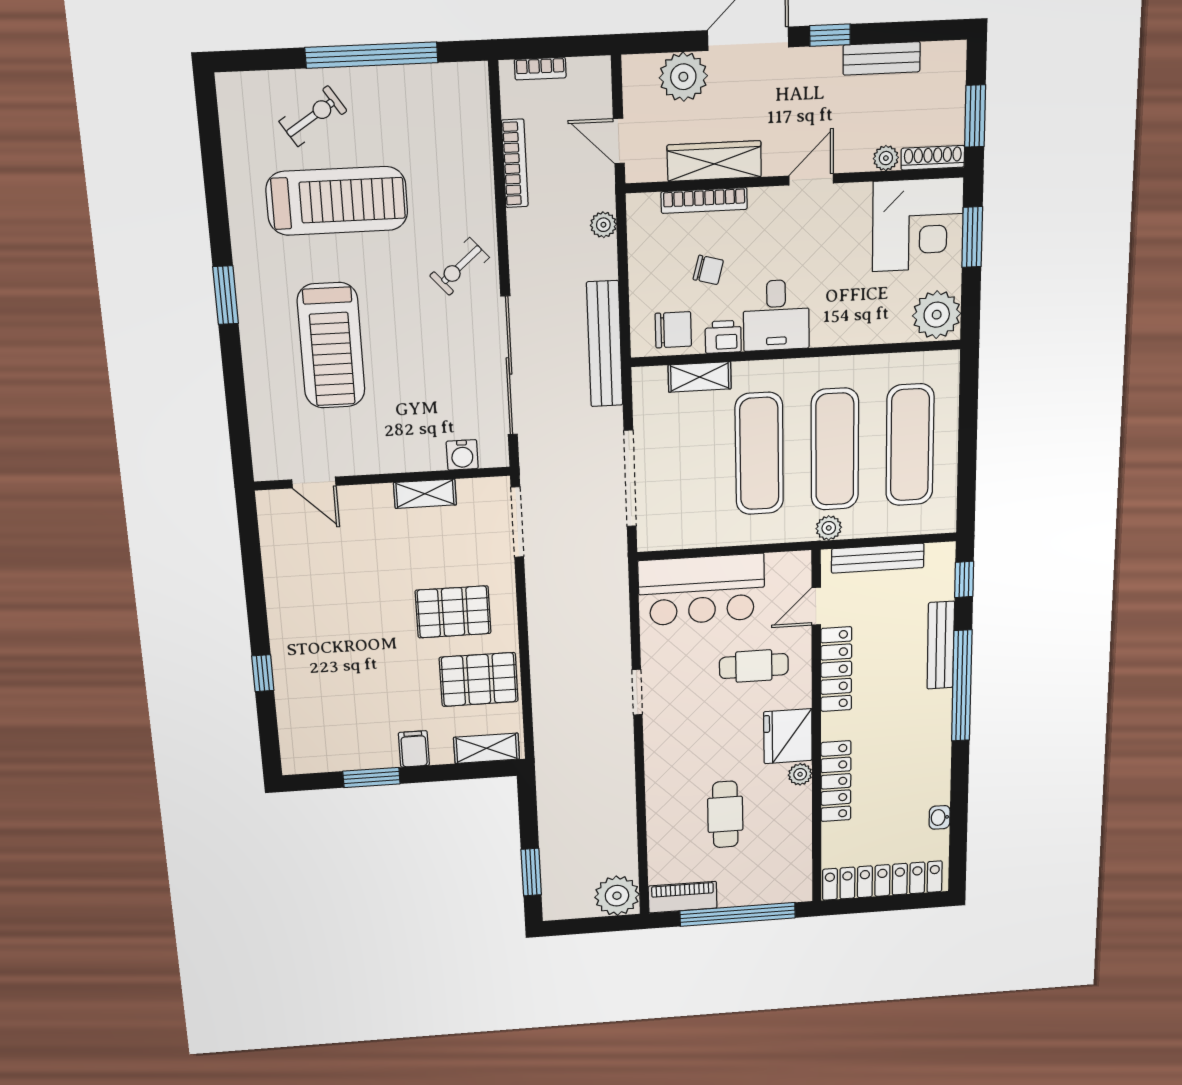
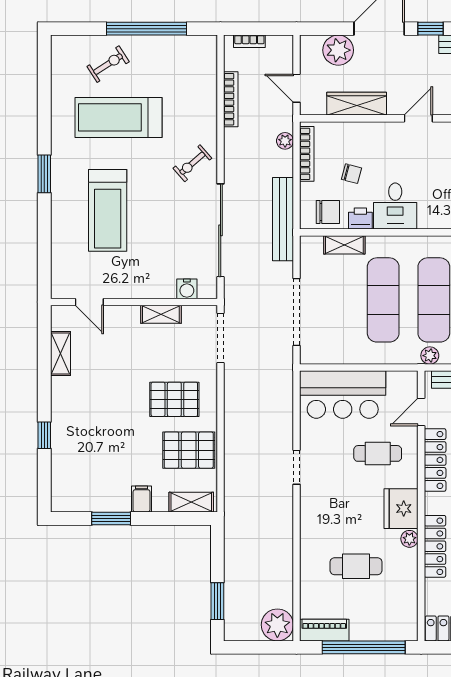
treadmill: (337, 201) -> (119, 117), turned 180
bookcase: (704, 201) -> (307, 154), moved, turned -90
shelving: (277, 559) -> (61, 354), added
cafe table: (725, 814) -> (356, 566), turned 90

